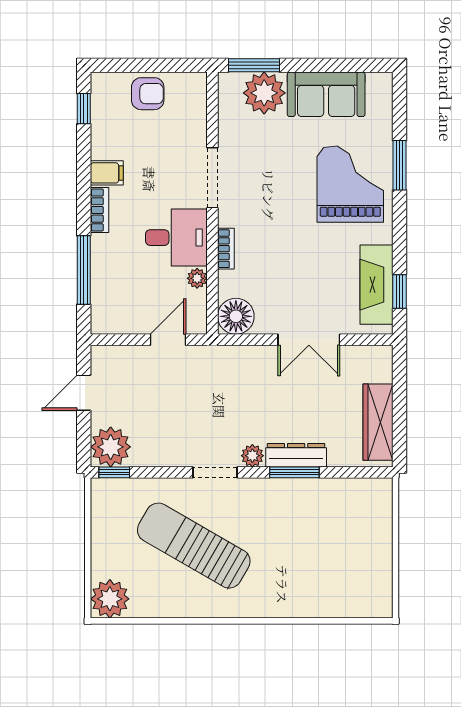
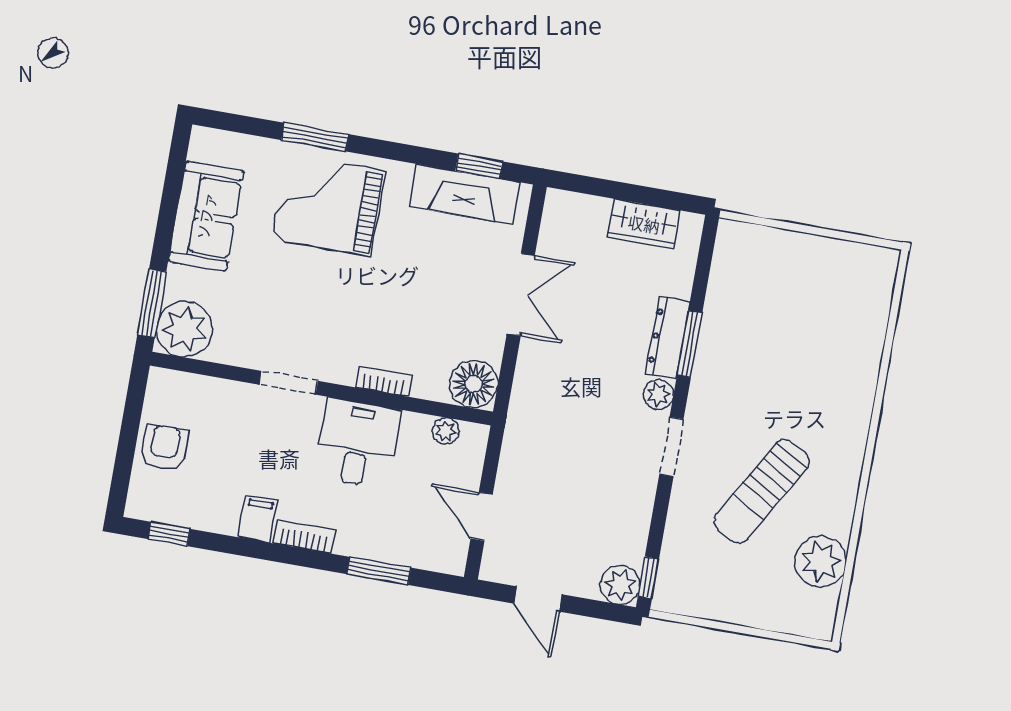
plant: (264, 93) -> (184, 329), moved
doorway: (212, 178) -> (288, 383), width x0.73
window: (84, 270) -> (379, 571), width x0.69
plant: (197, 278) -> (446, 431), moved
door: (168, 340) -> (482, 516), moved
wardrobe: (378, 422) -> (644, 224), width x0.67
plant: (111, 447) -> (620, 585), width x0.73, depth x0.73
sun lounger: (194, 546) -> (762, 491), width x0.73, depth x0.75
plant: (110, 599) -> (821, 561), moved

